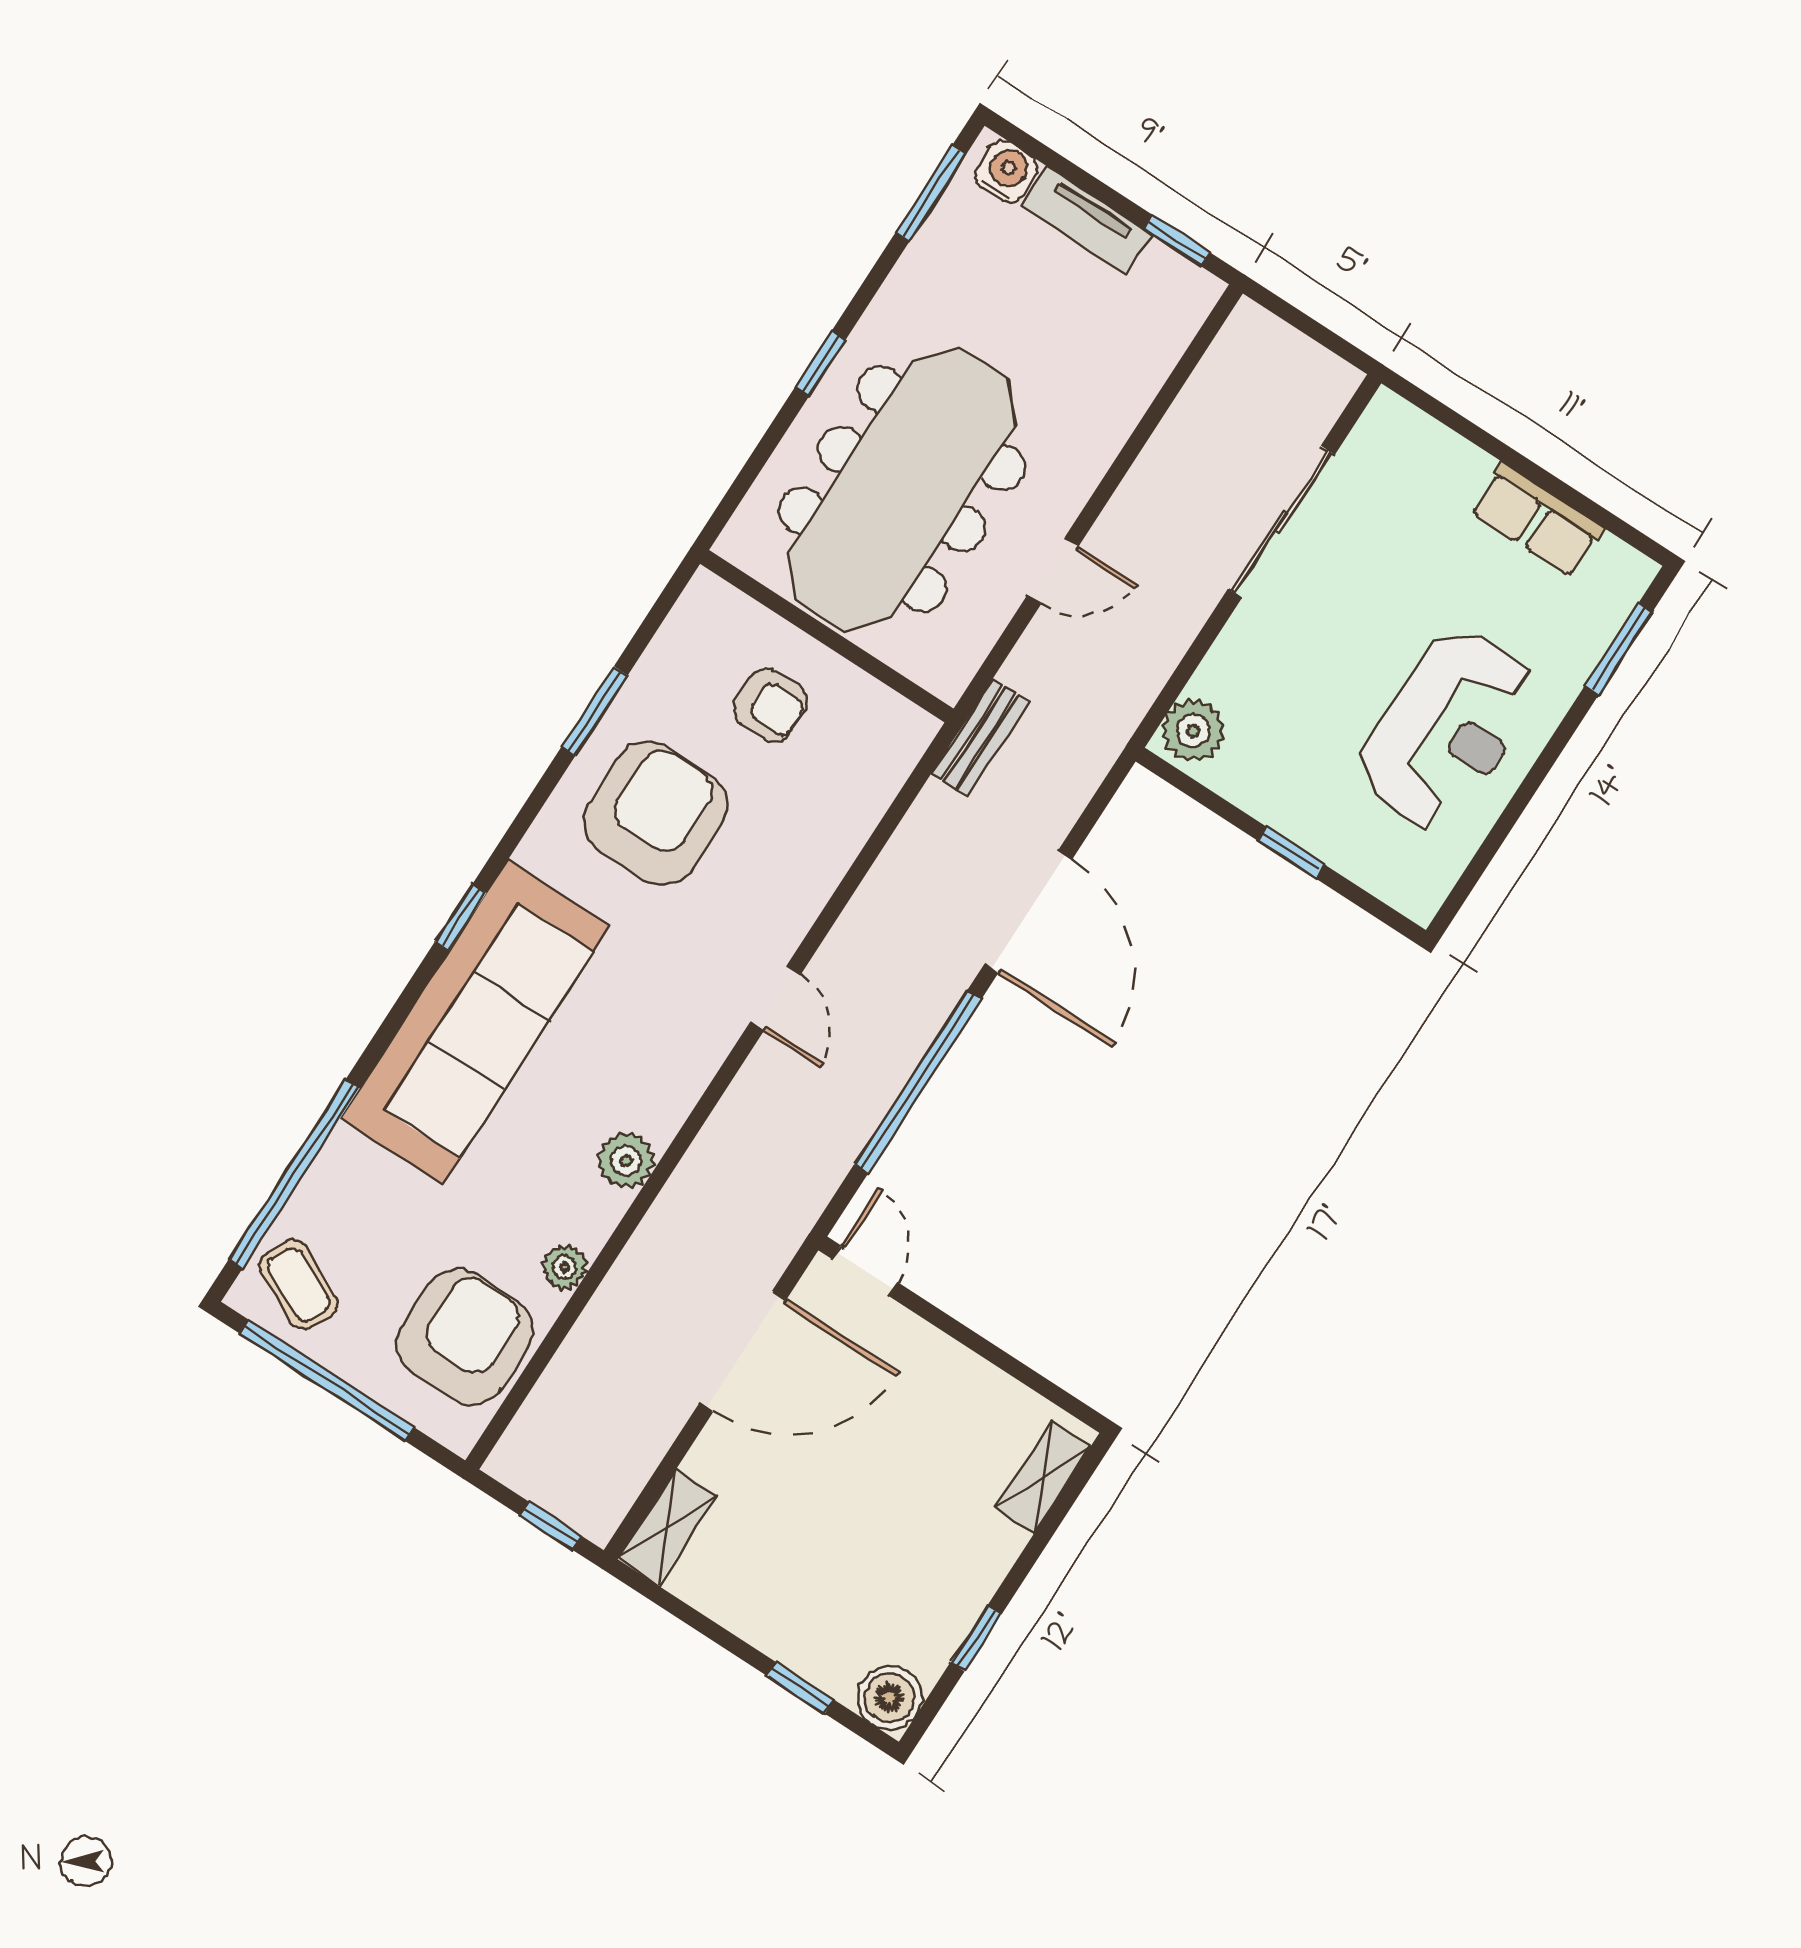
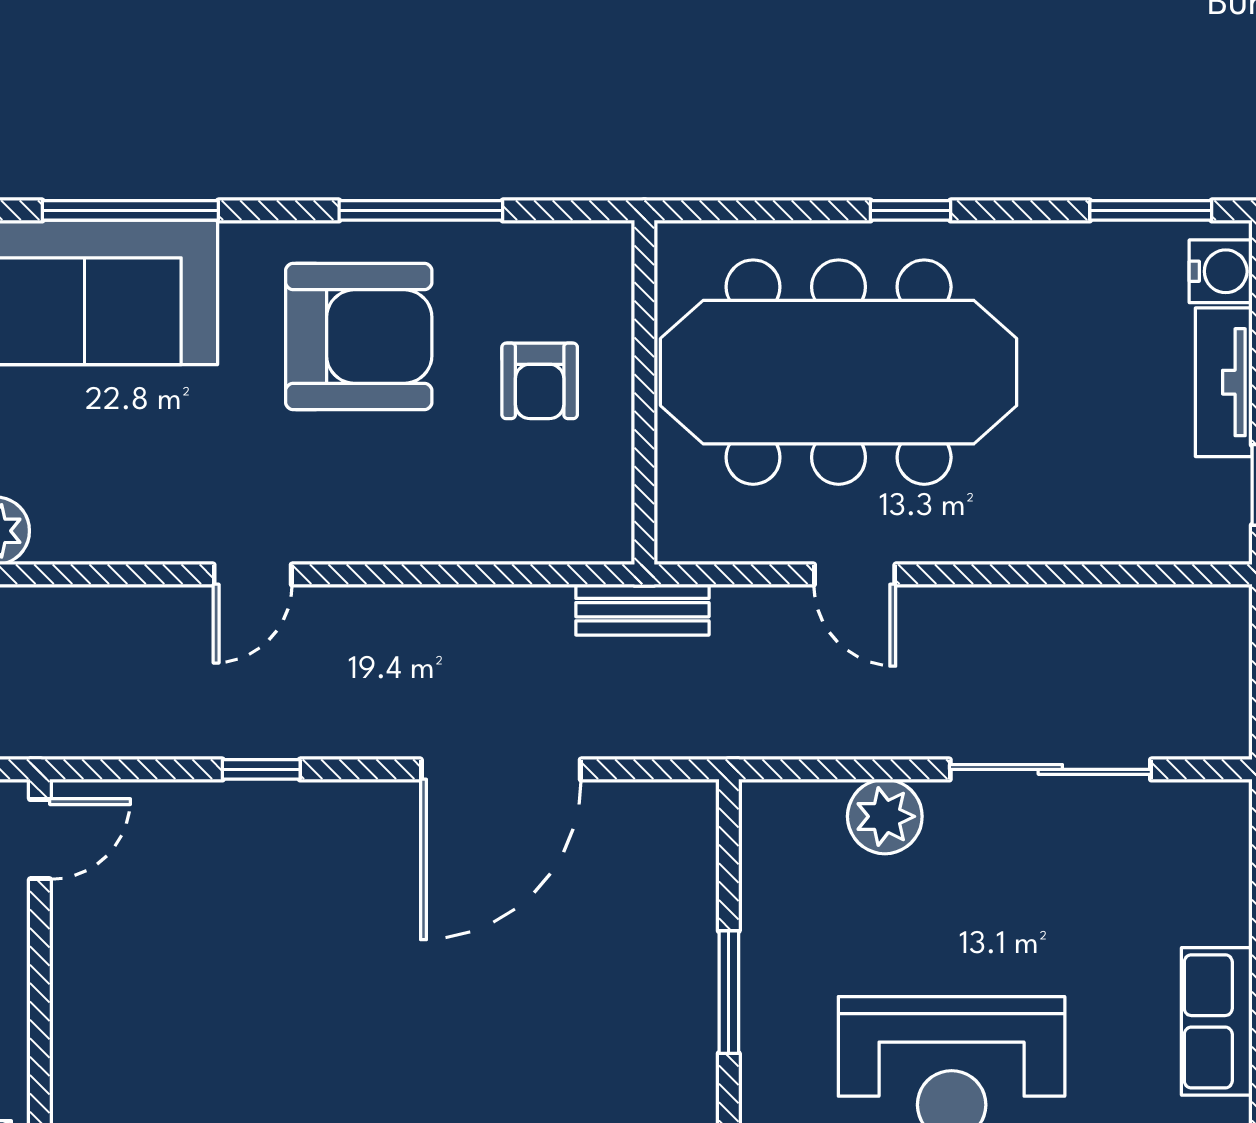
window: (595, 711) -> (421, 210), width x1.44
plant: (1193, 730) -> (885, 816), moved
window: (1291, 853) -> (729, 992), width x1.50
window: (461, 917) -> (130, 210), width x2.17
window: (918, 1082) -> (261, 769), width x0.32

